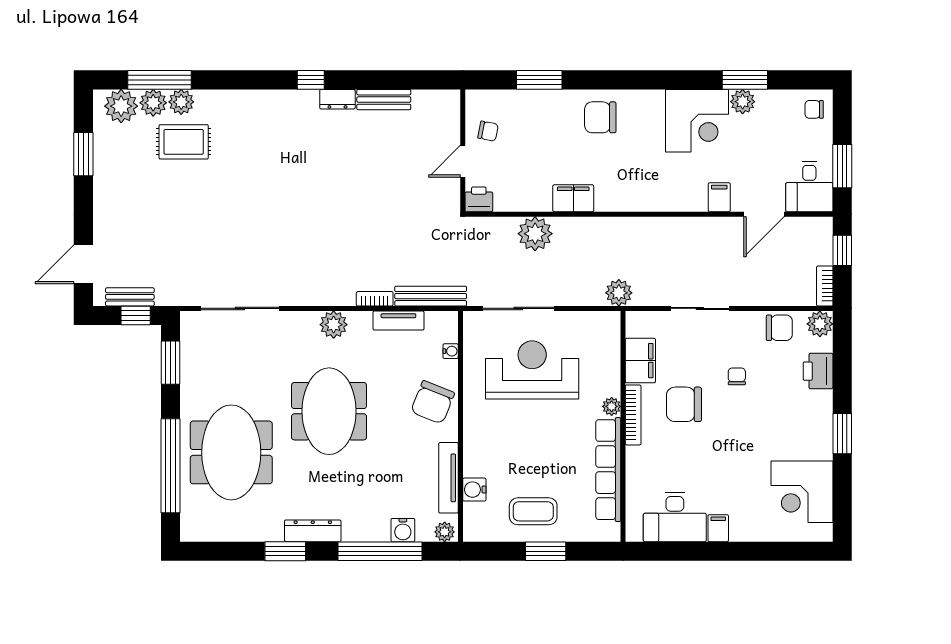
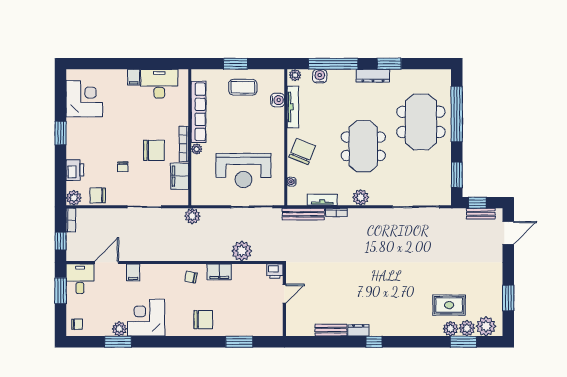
window: (160, 80) -> (463, 342), width x0.69
chair: (488, 131) -> (191, 277), moved

